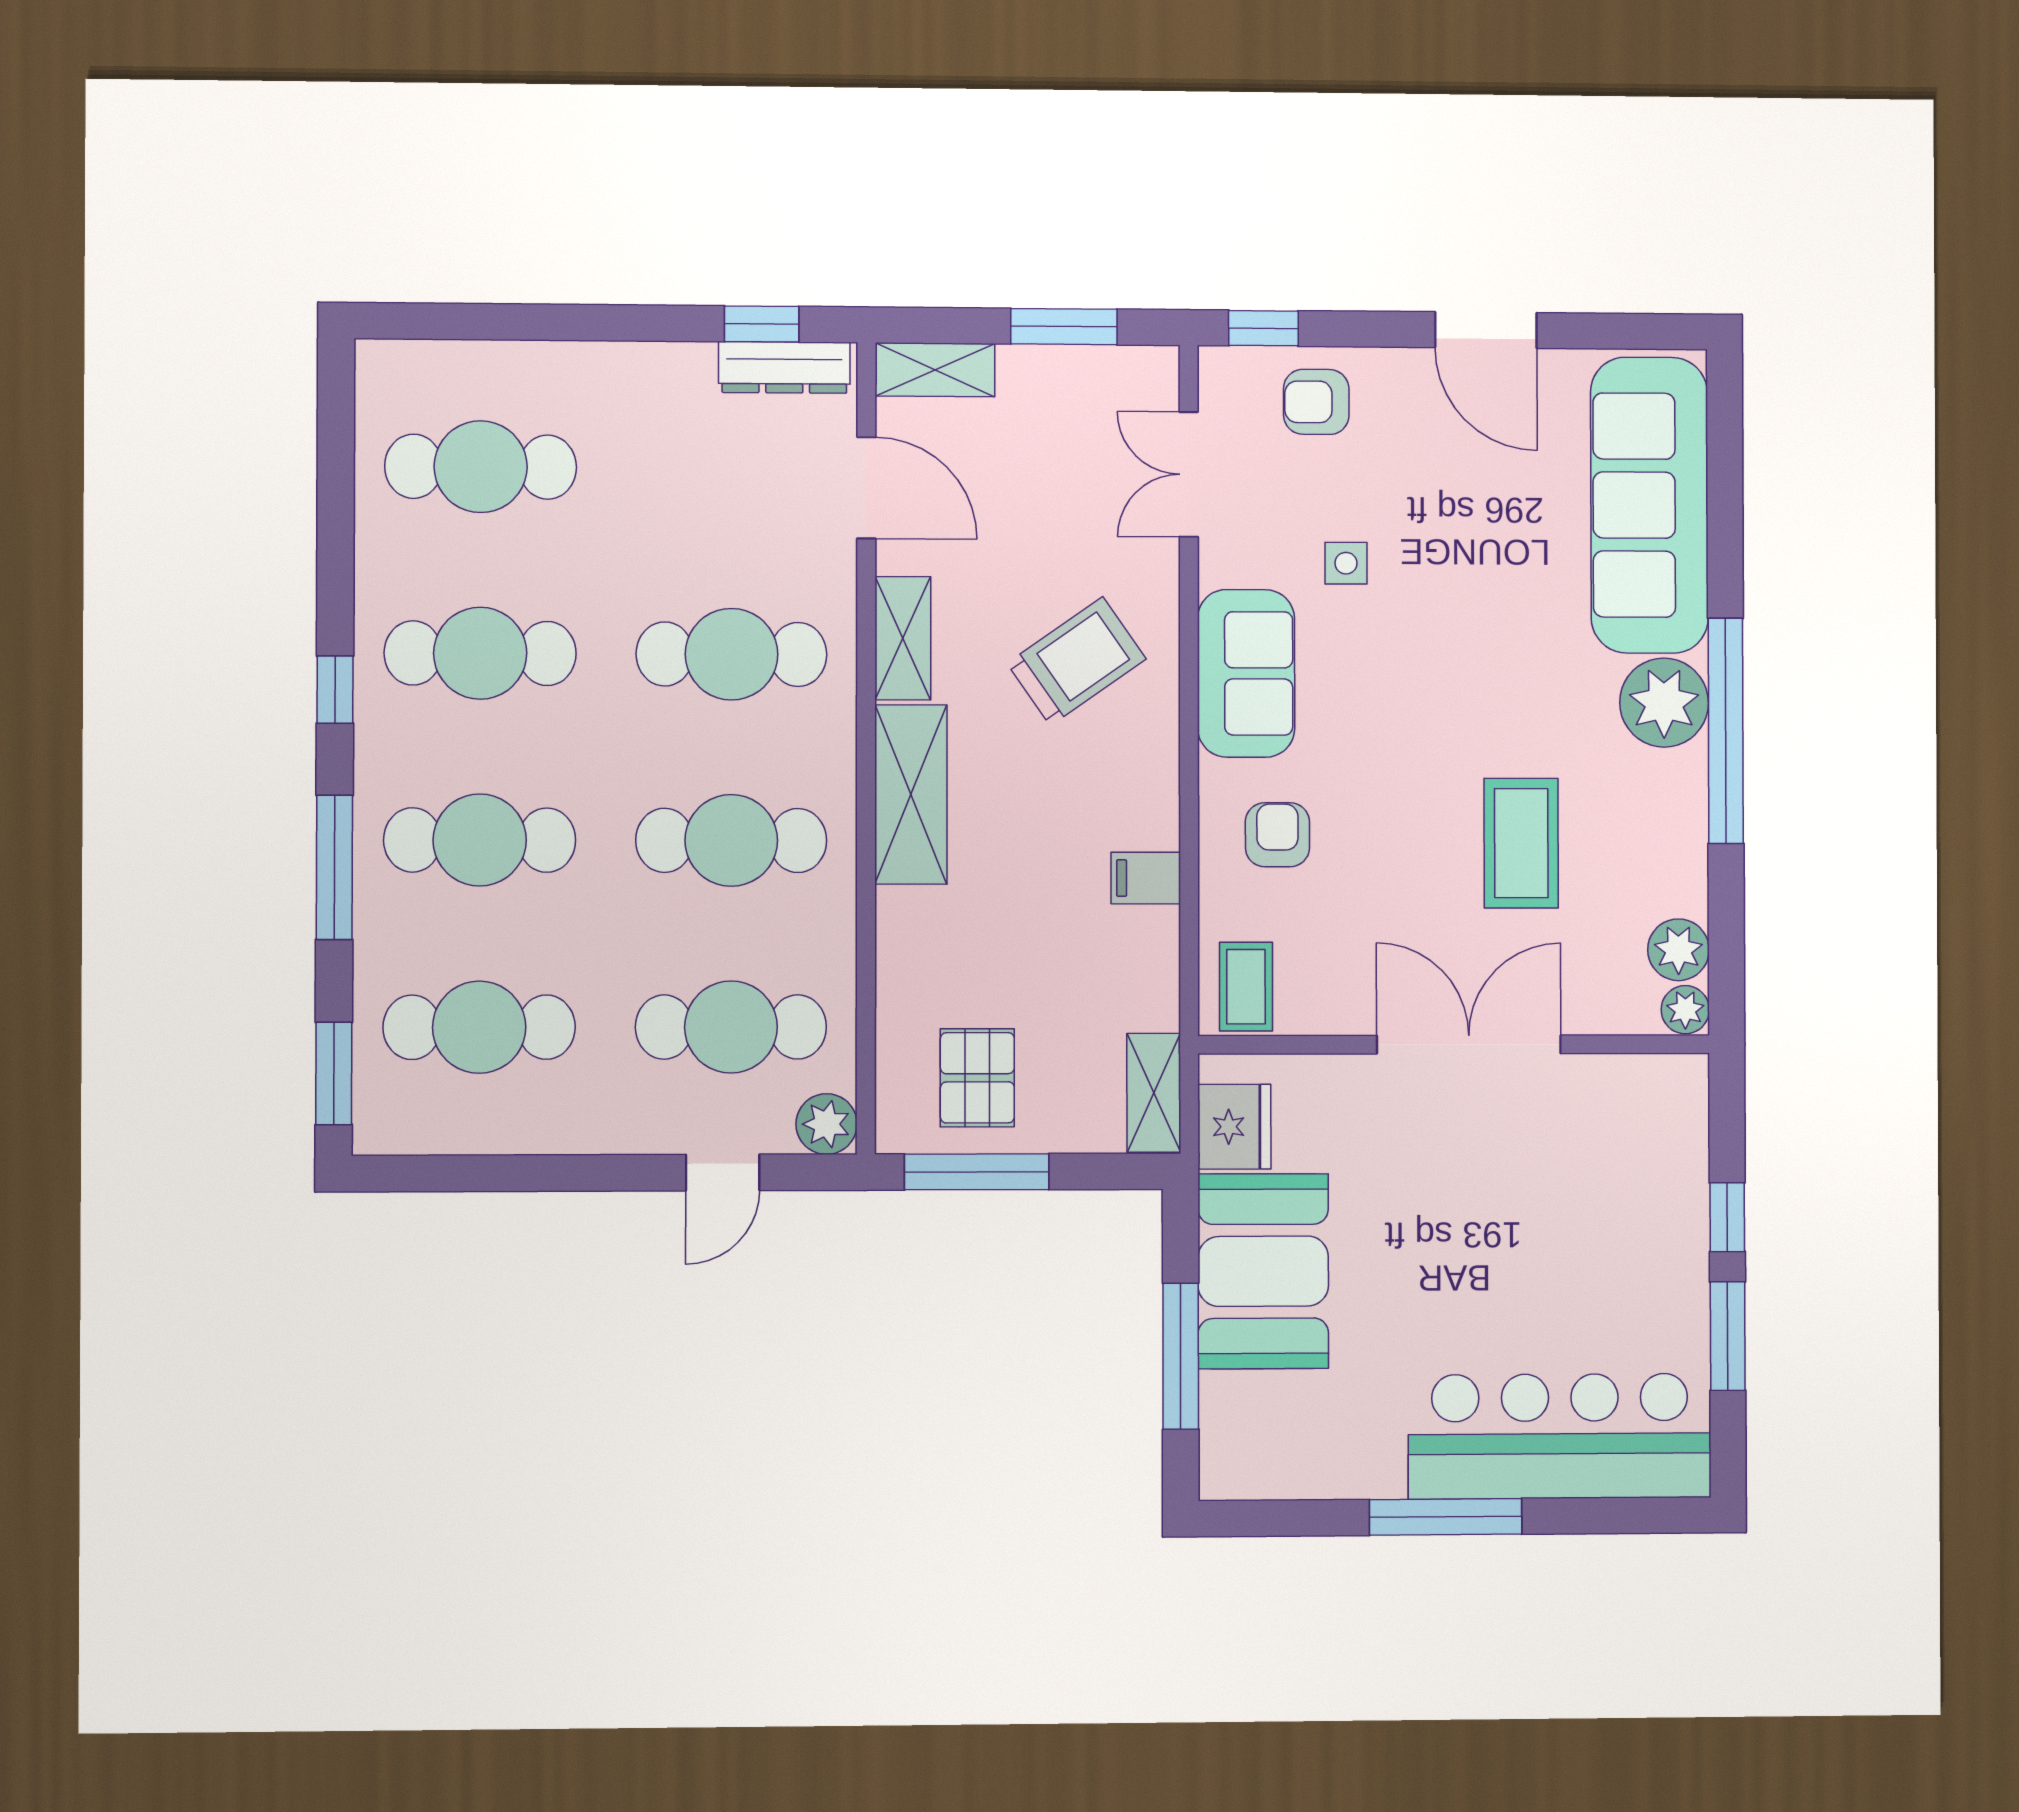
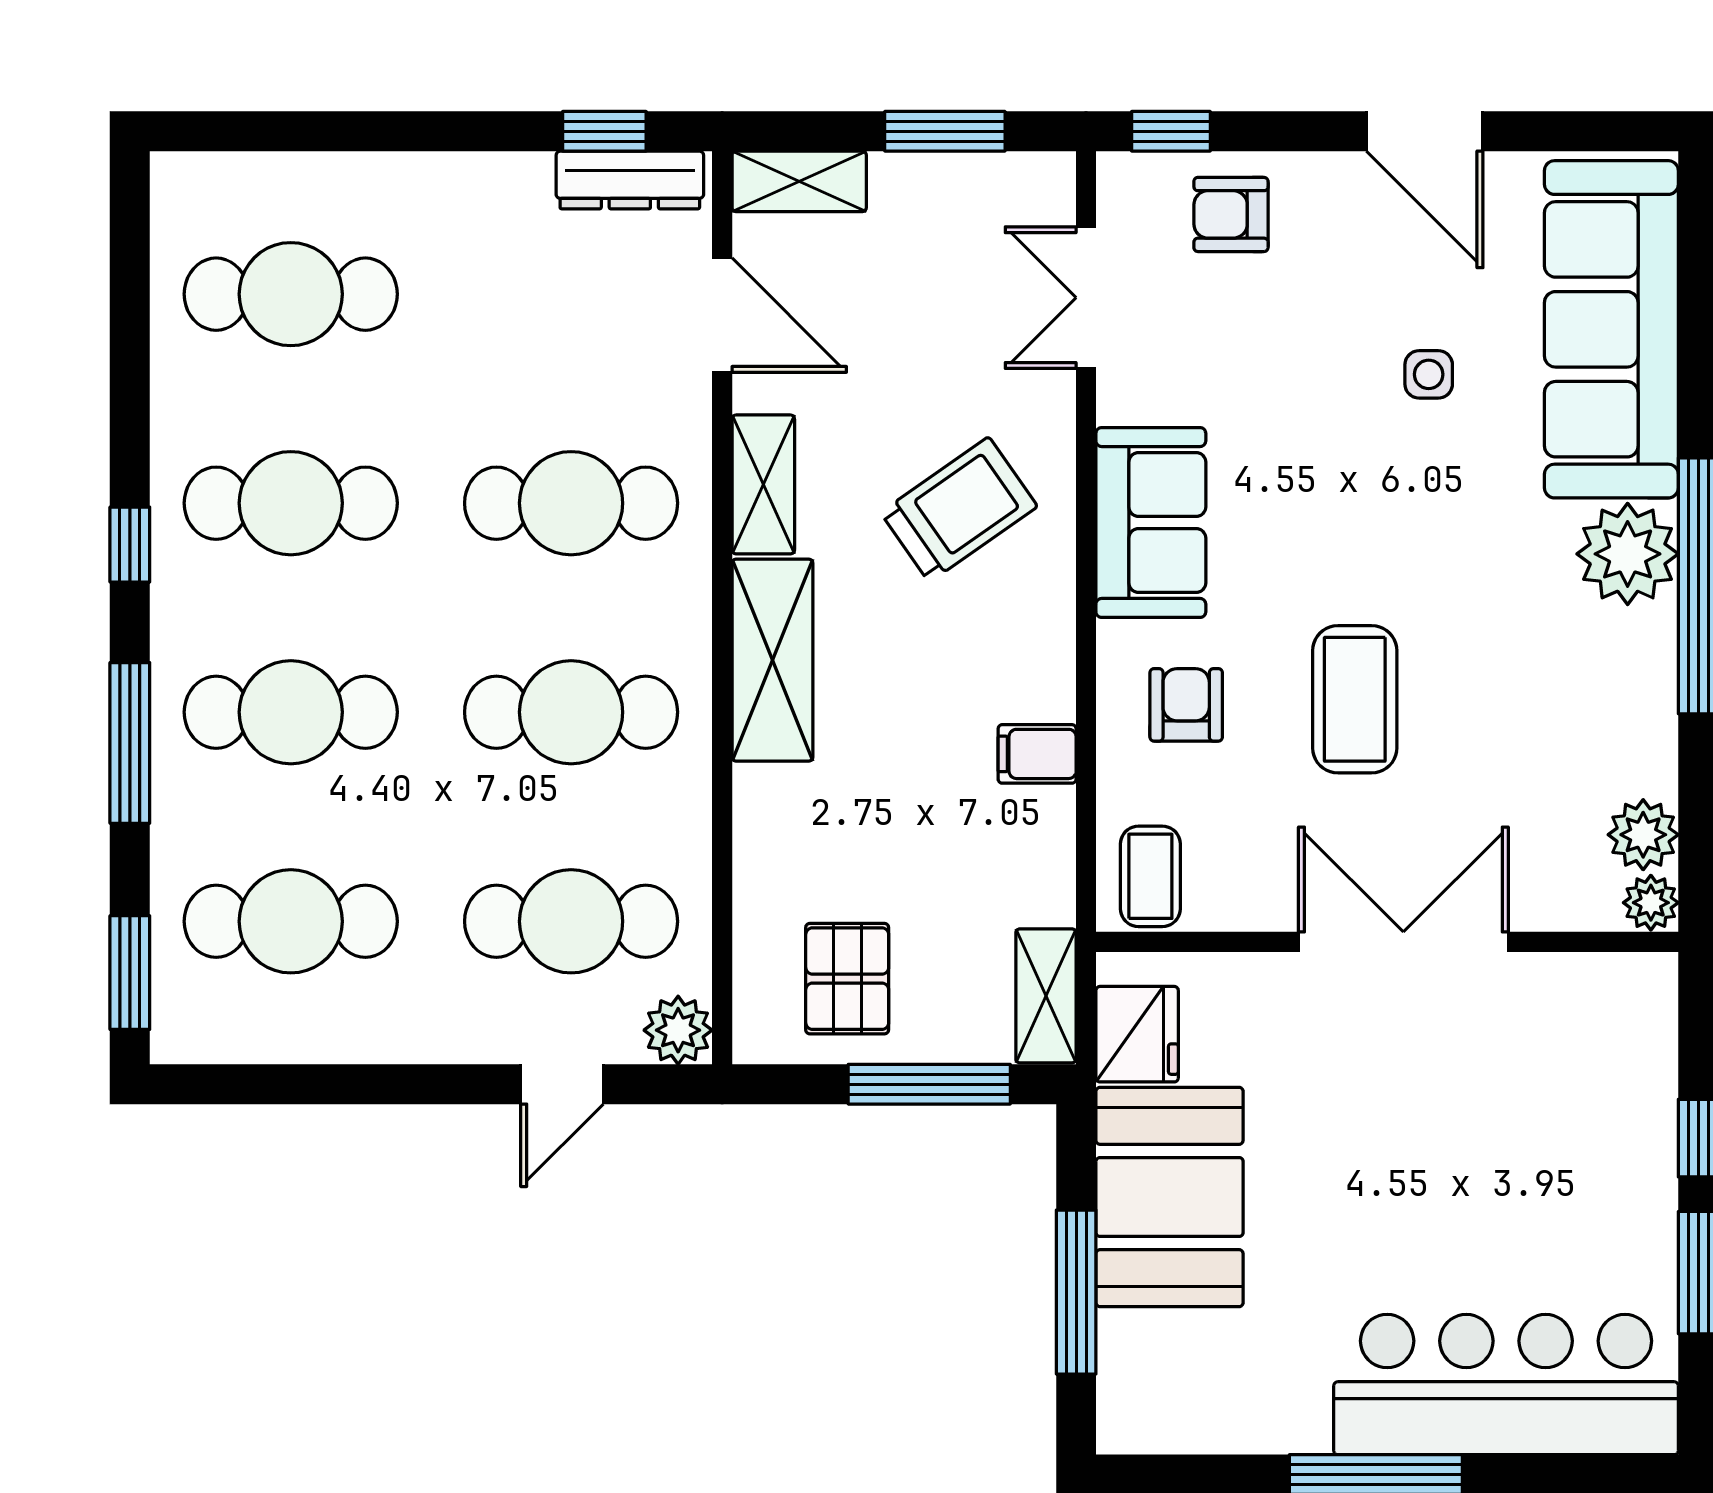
side table: (1346, 563) -> (1429, 374), moved
coffee table: (1521, 843) -> (1355, 699), moved
window: (977, 1172) -> (929, 1084), moved

